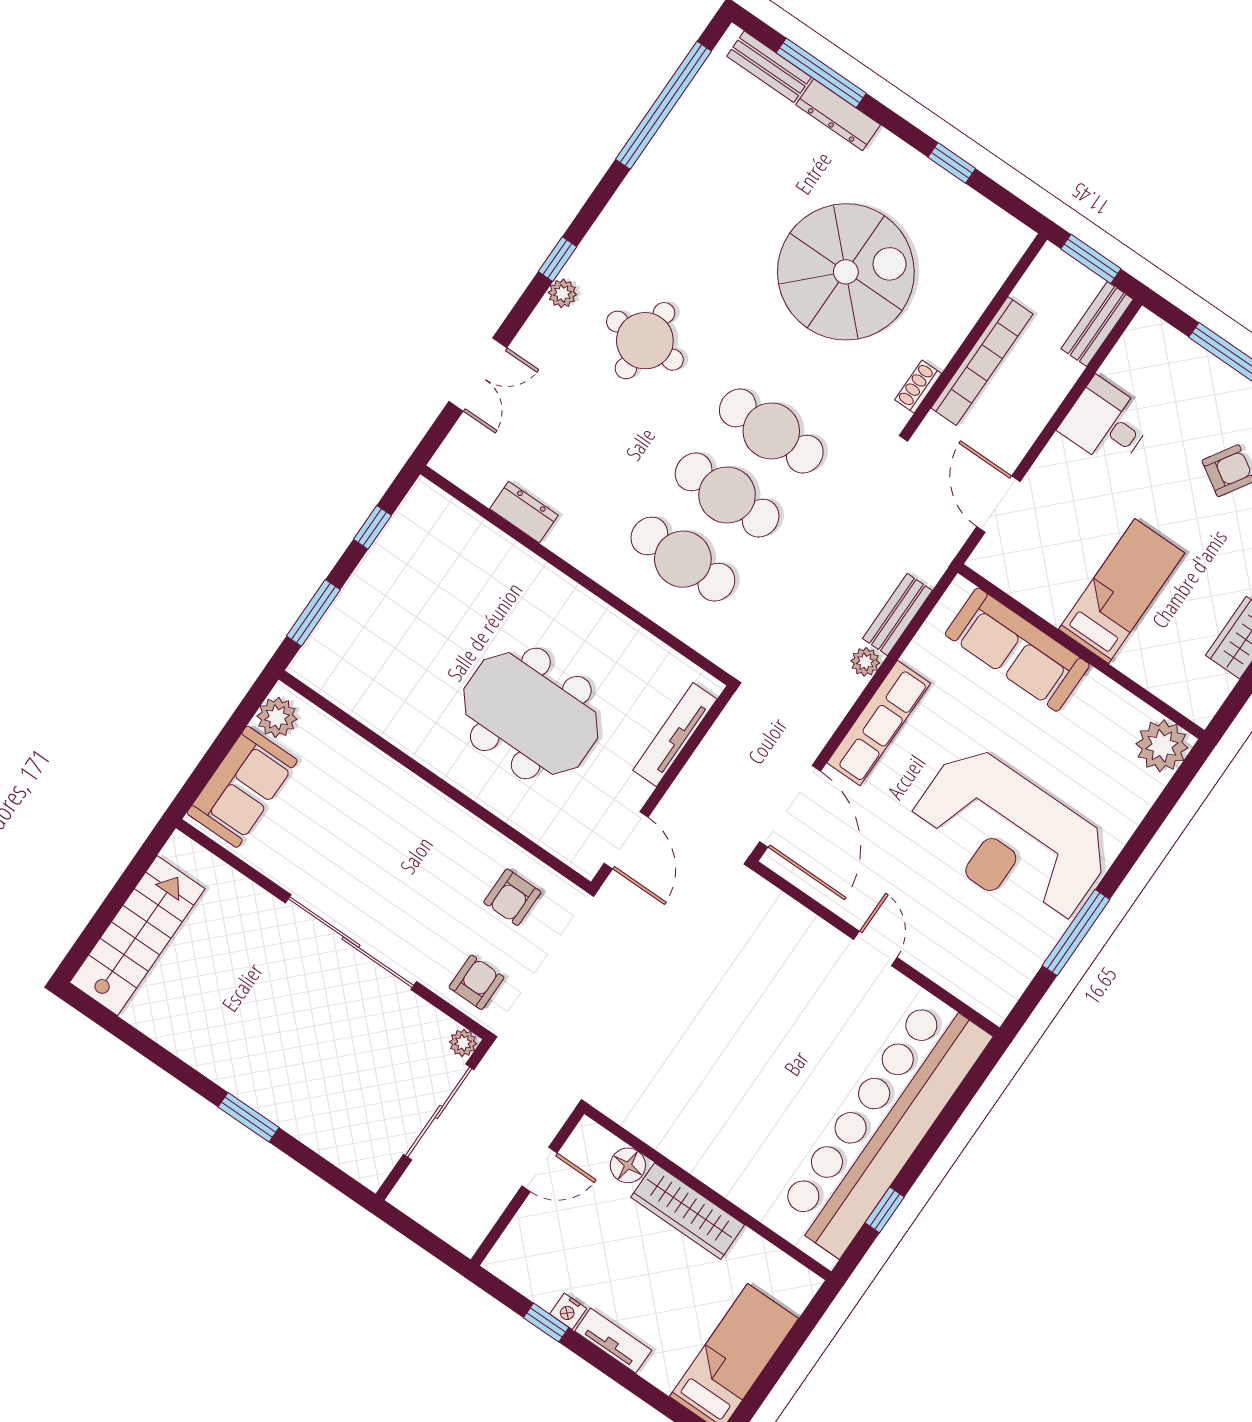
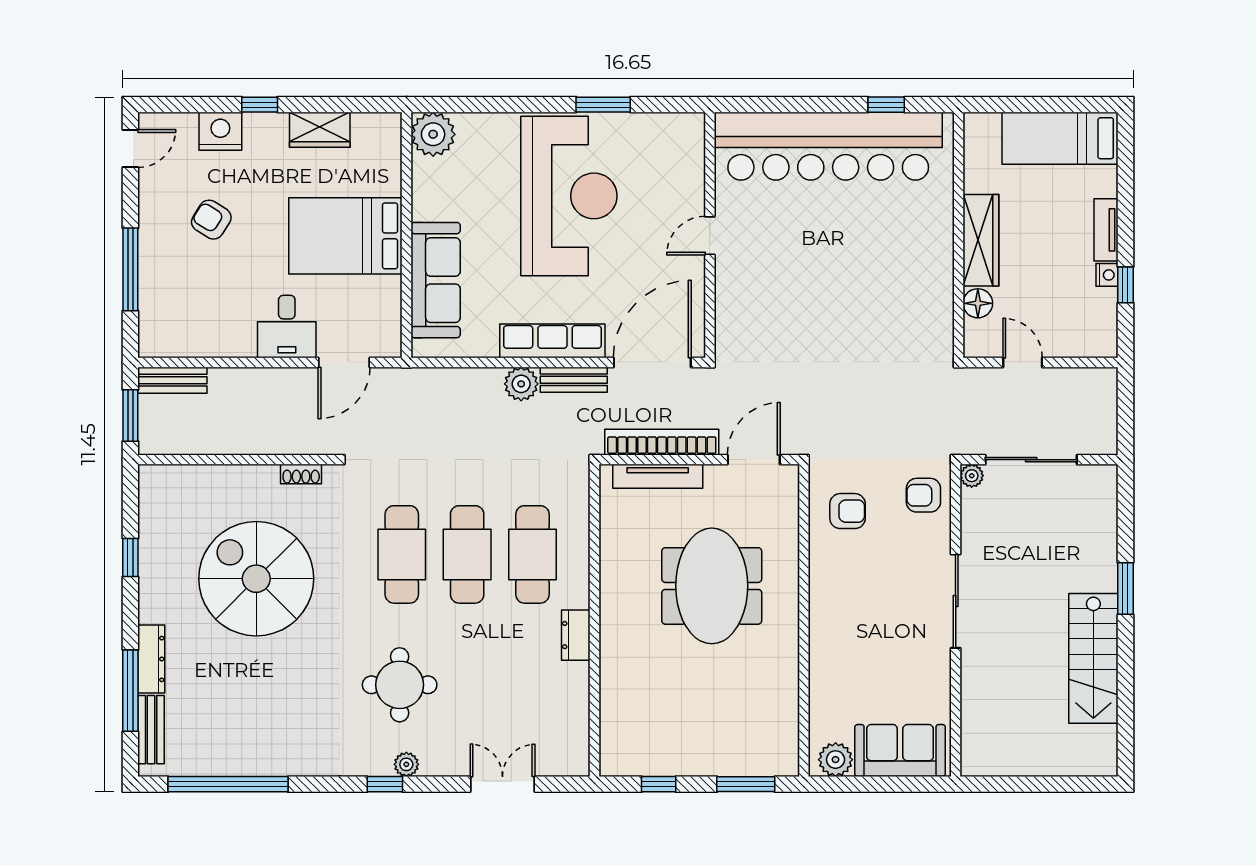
bookcase: (982, 361) -> (662, 442), moved
desk: (1106, 423) -> (287, 327), moved
dresser: (524, 512) -> (576, 635), moved
bed: (1122, 591) -> (345, 236), width x1.50
bench: (897, 614) -> (574, 380), moved
plant: (865, 662) -> (521, 384), width x1.38, depth x1.38
window: (1076, 932) -> (603, 105), width x0.69
stairs: (137, 936) -> (1093, 658), moved, turned -90
sliding door: (351, 942) -> (956, 601), width x0.73

